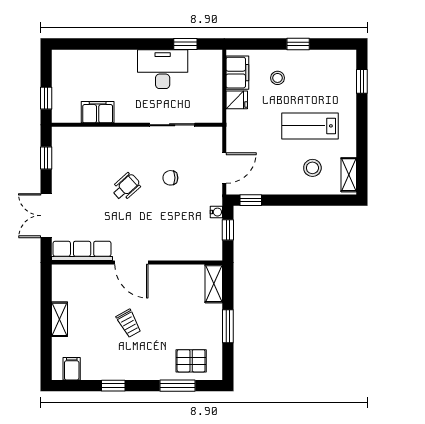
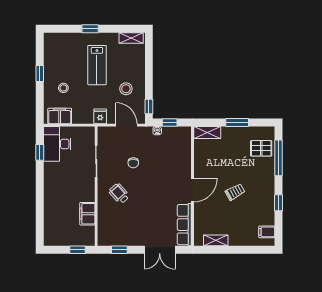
desk: (163, 69) -> (57, 144), moved
window: (362, 81) -> (90, 29), moved
fridge: (237, 100) -> (100, 116), moved
stool: (312, 168) -> (126, 89), moved
wheelchair: (126, 187) -> (119, 194), moved
shelving: (59, 319) -> (216, 240), moved
pallet: (191, 361) -> (261, 148), turned 90
window: (178, 386) -> (279, 158), width x1.44

